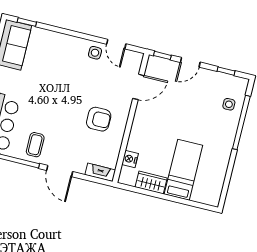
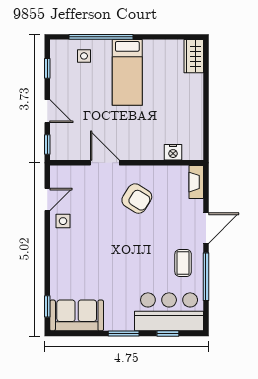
door: (138, 87) -> (105, 163), moved
armchair: (99, 119) -> (137, 199), turned 122
coffee table: (35, 145) -> (183, 263), turned 90
bed: (183, 170) -> (127, 72), moved, turned -90
wardrobe: (151, 183) -> (194, 56), moved

